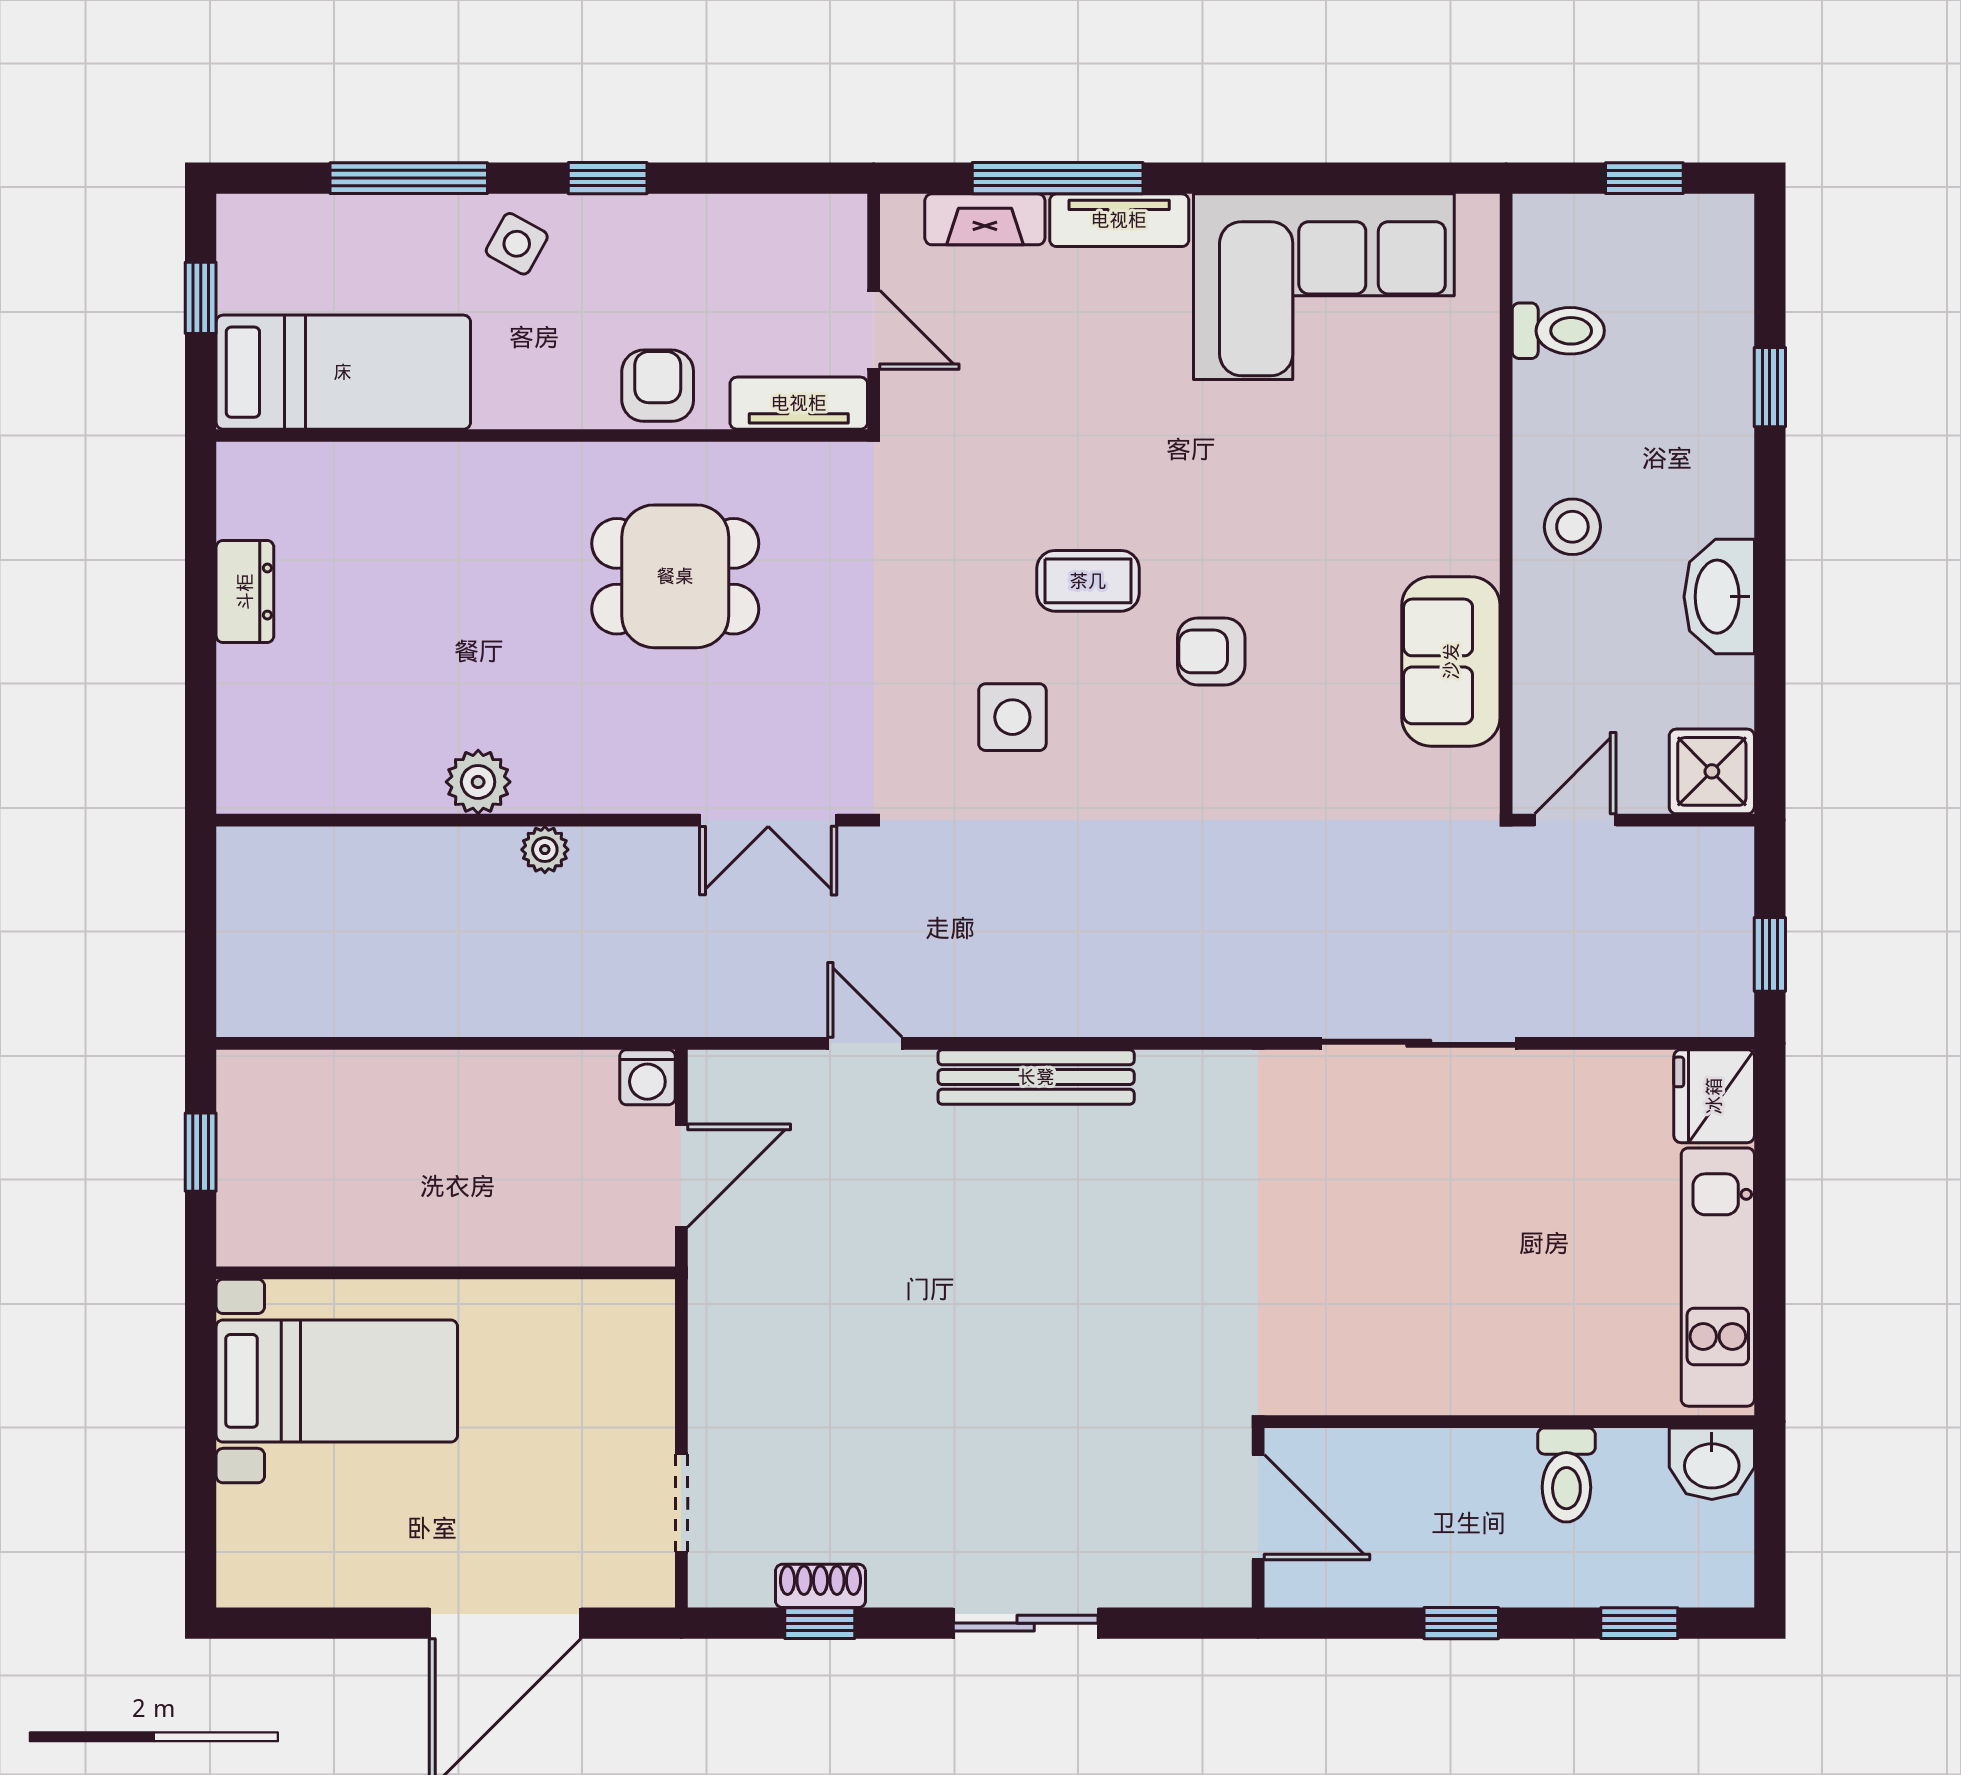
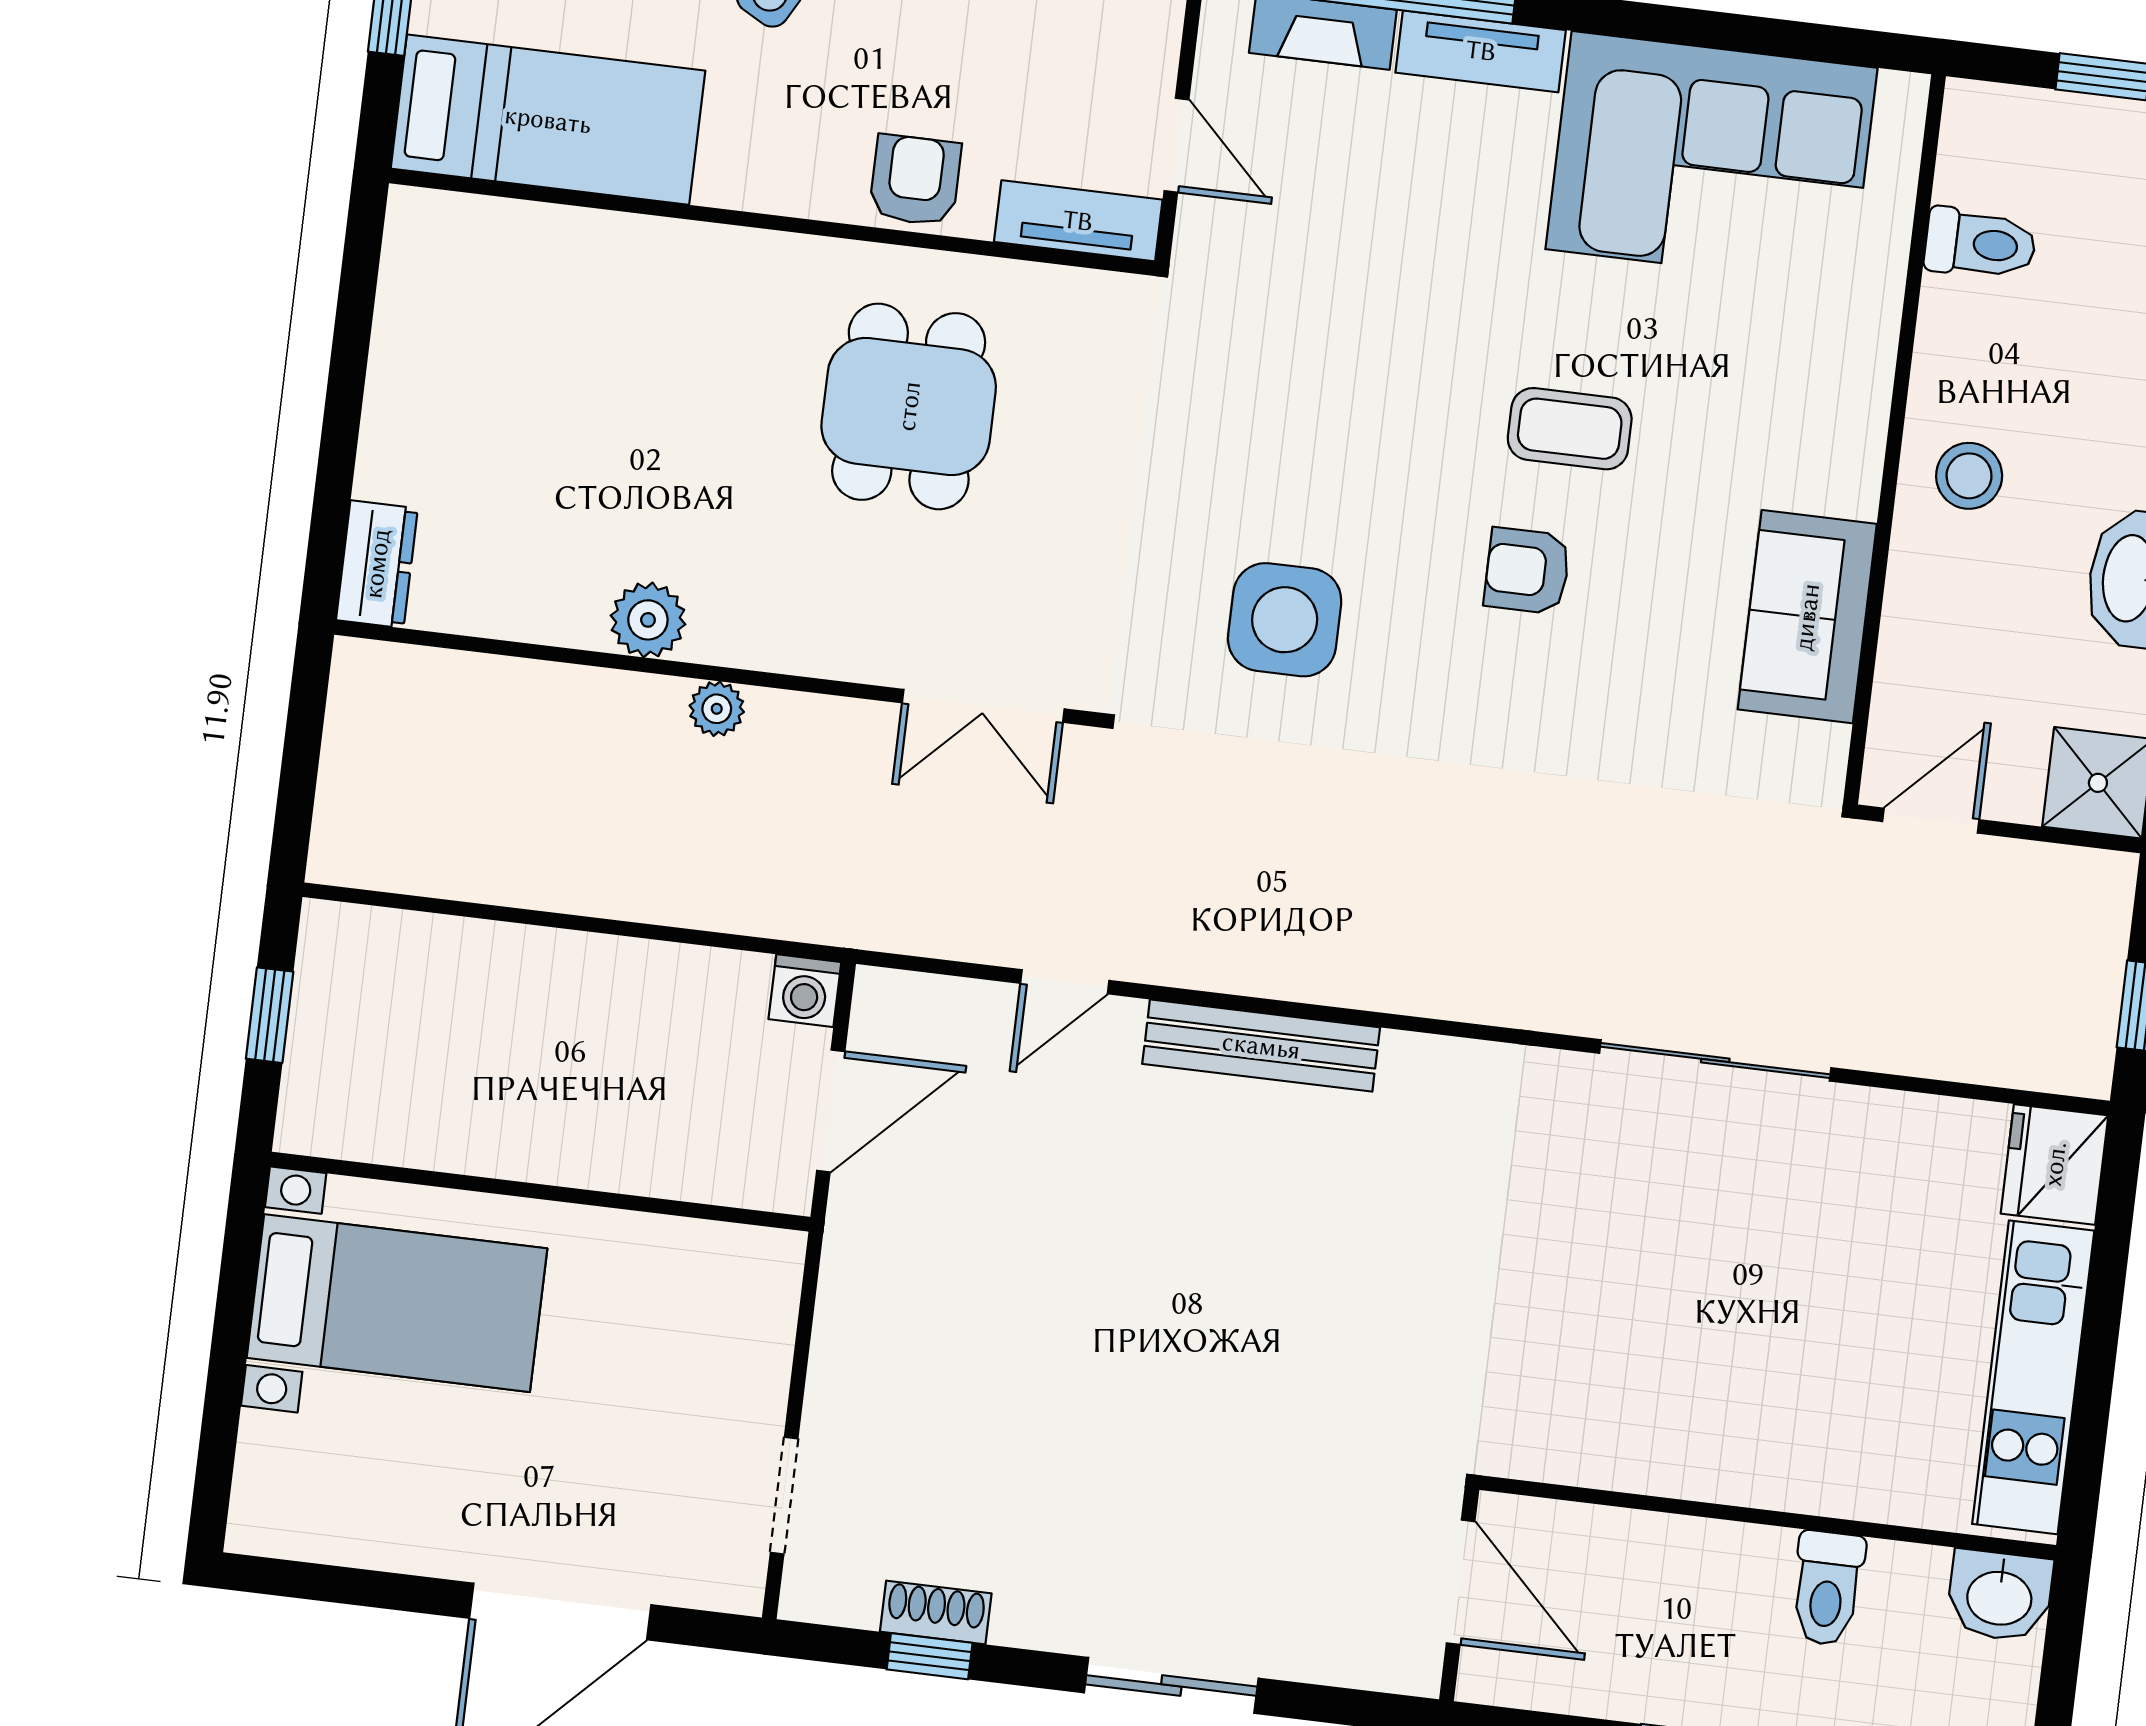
dining table: (675, 576) -> (909, 406), turned 90
coffee table: (1088, 581) -> (1570, 429), moved
dresser: (245, 592) -> (377, 564), moved
side table: (1012, 717) -> (1285, 620), width x1.37, depth x1.37
door: (865, 1043) -> (1065, 982), swing flipped

